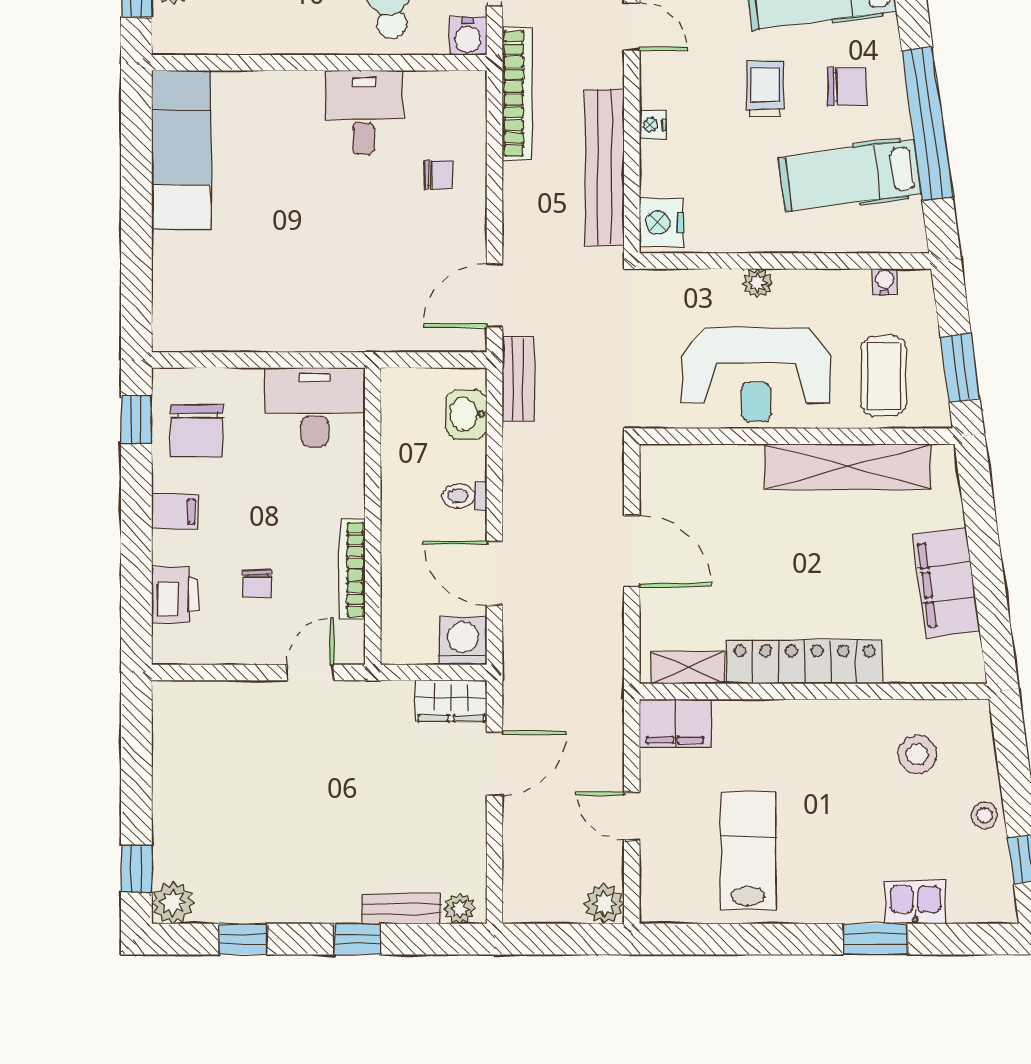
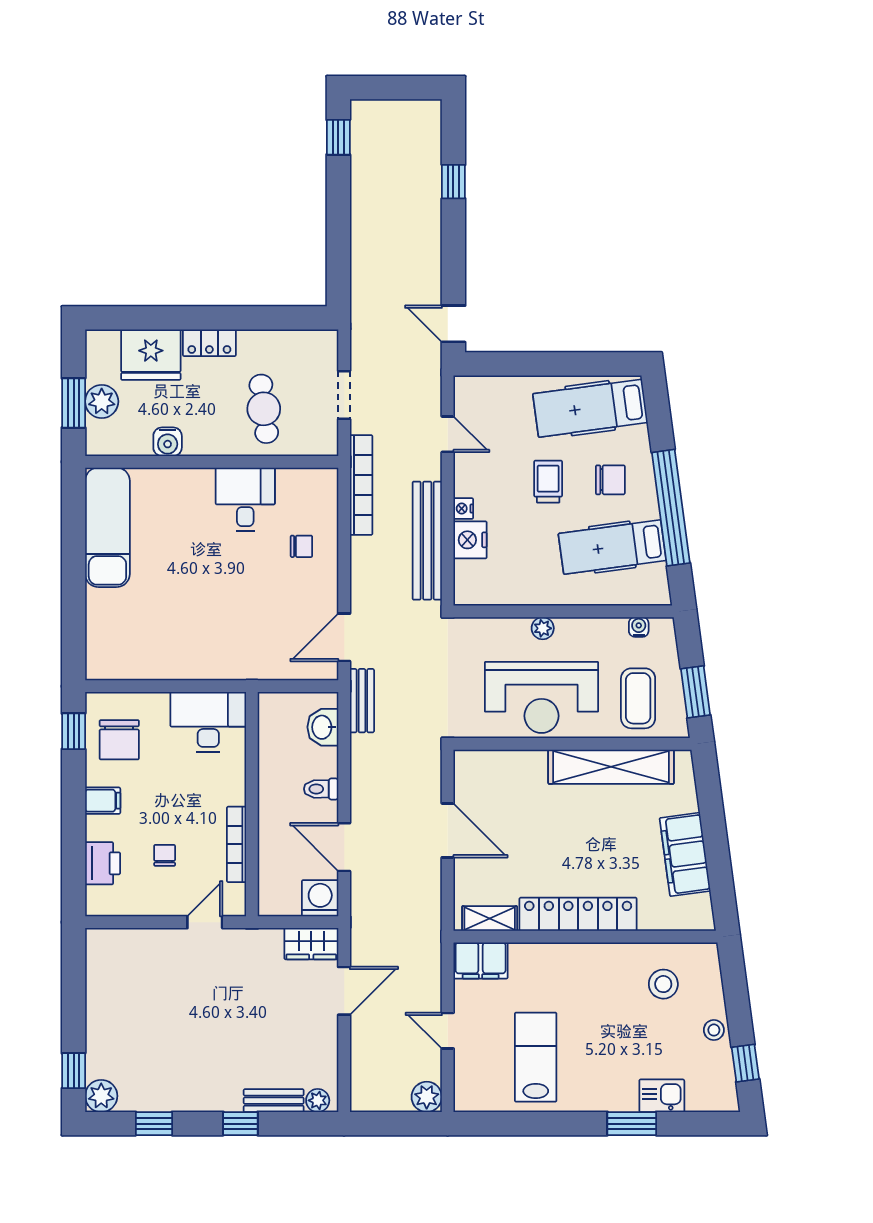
water cooler: (468, 36) -> (168, 442), moved
nightstand: (661, 222) -> (470, 540), moved
chair: (257, 584) -> (165, 855), turned 180

